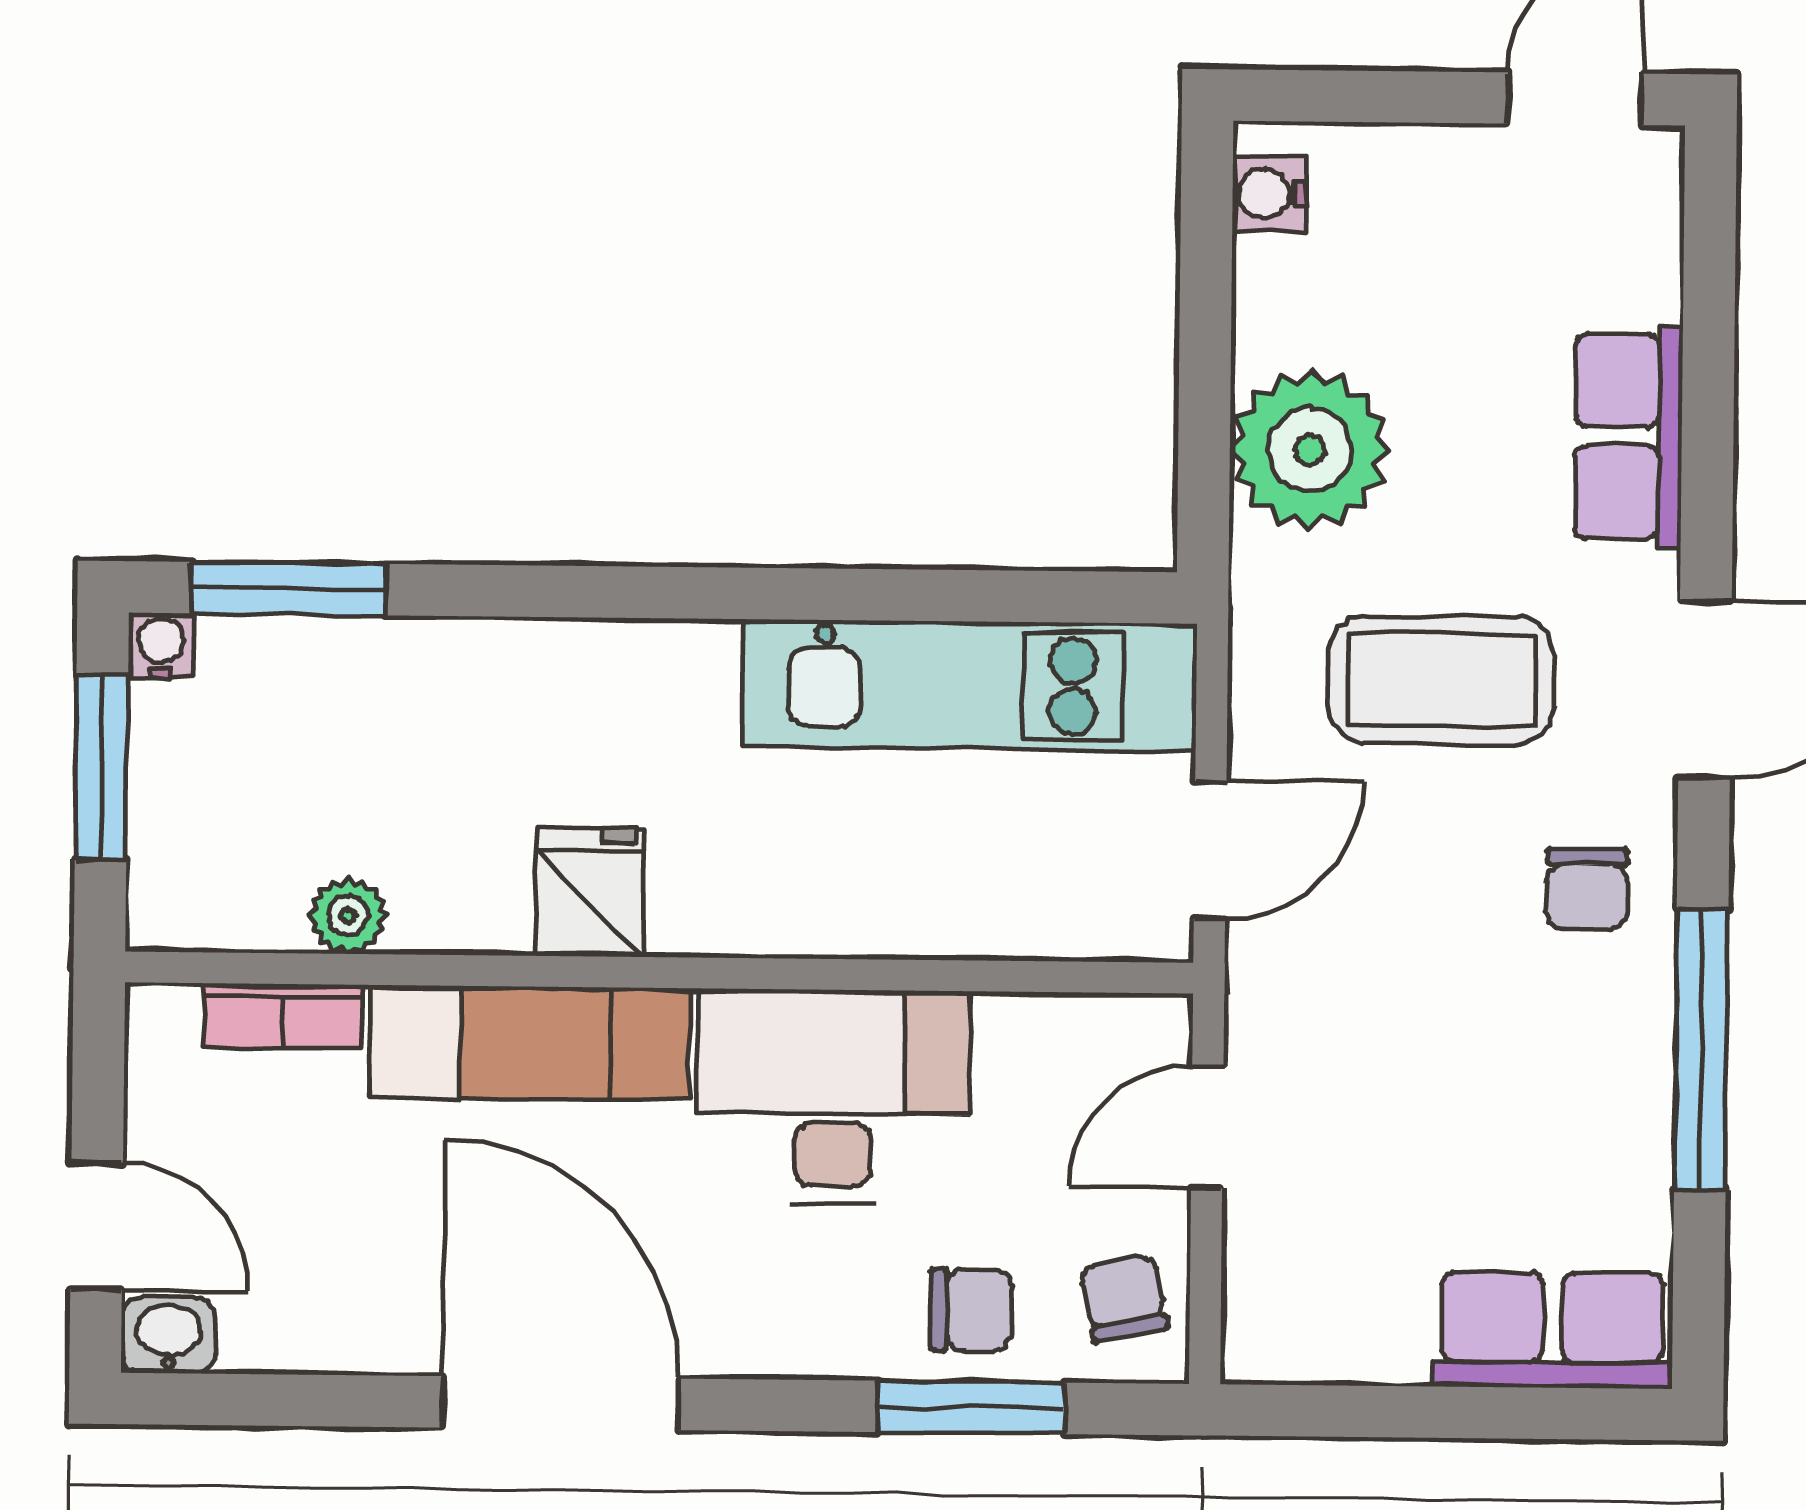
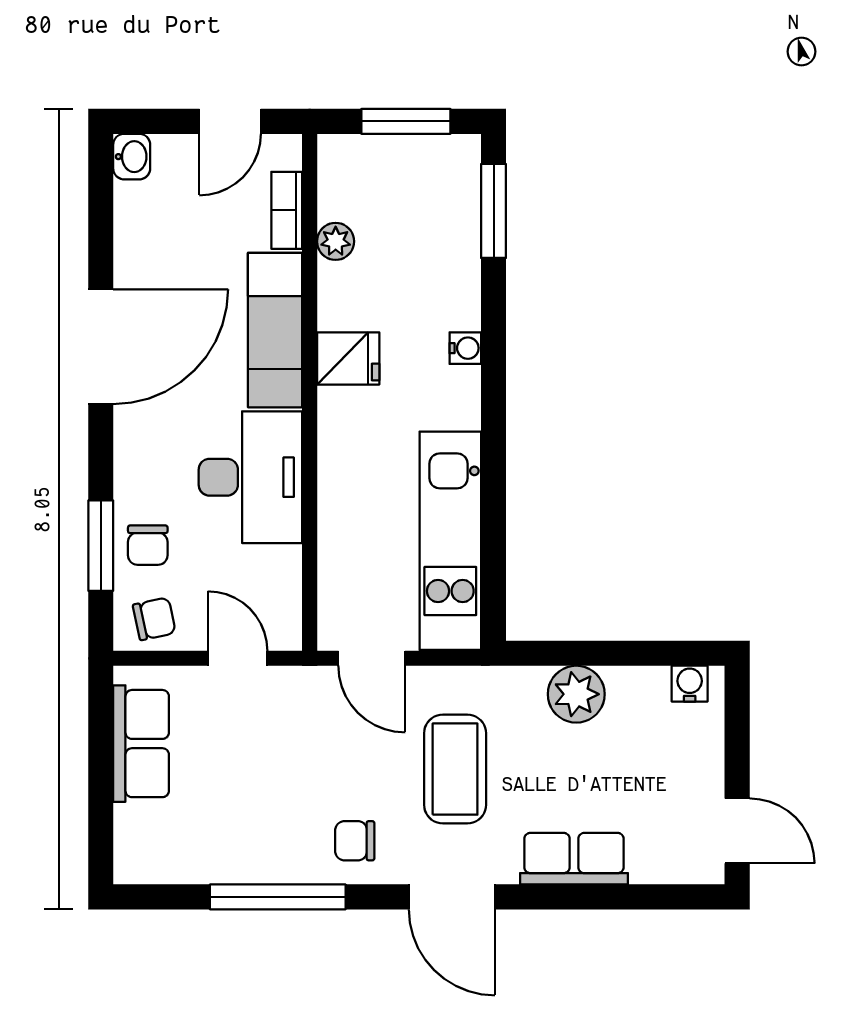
plant: (1310, 450) -> (576, 694), width x0.73, depth x0.73
water cooler: (161, 646) -> (465, 348), moved
door: (97, 1226) -> (230, 121), moved
row of seats: (1552, 1330) -> (141, 744), moved

